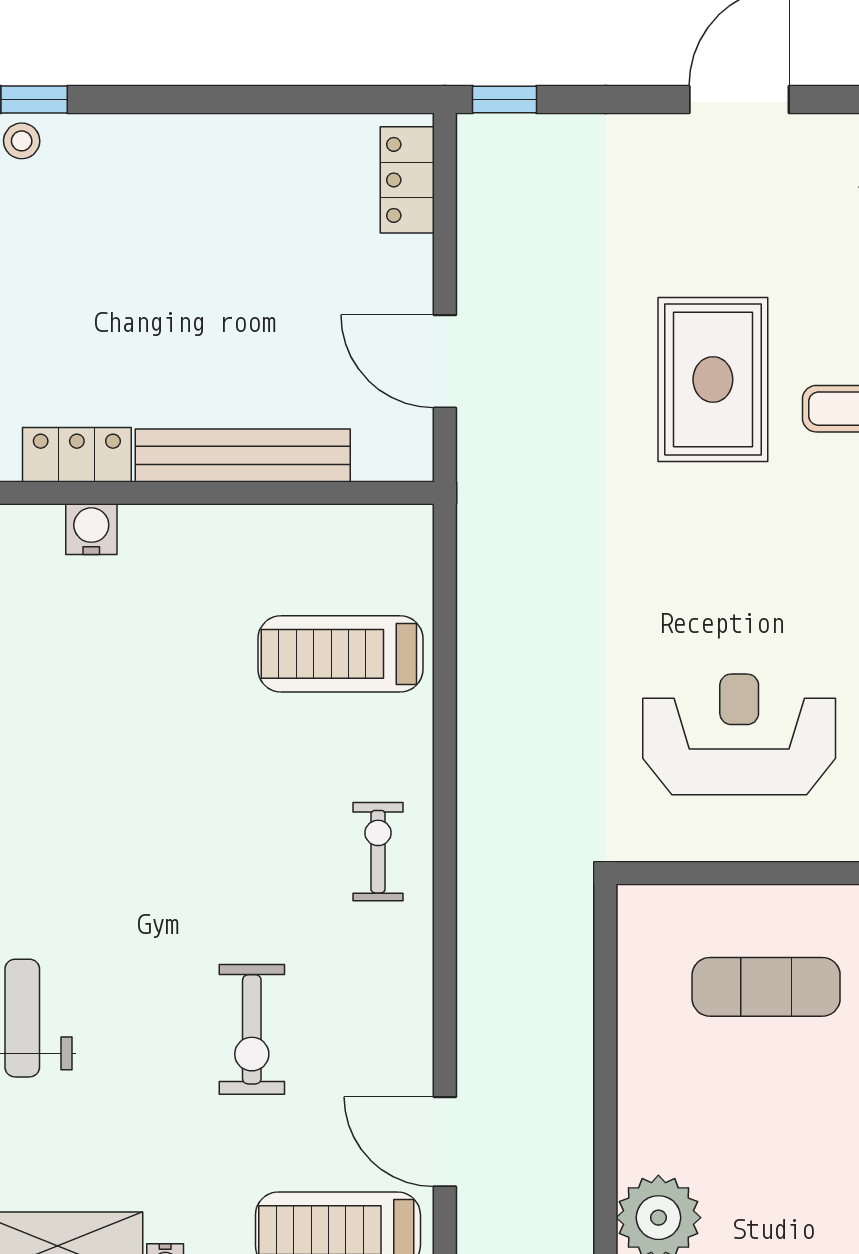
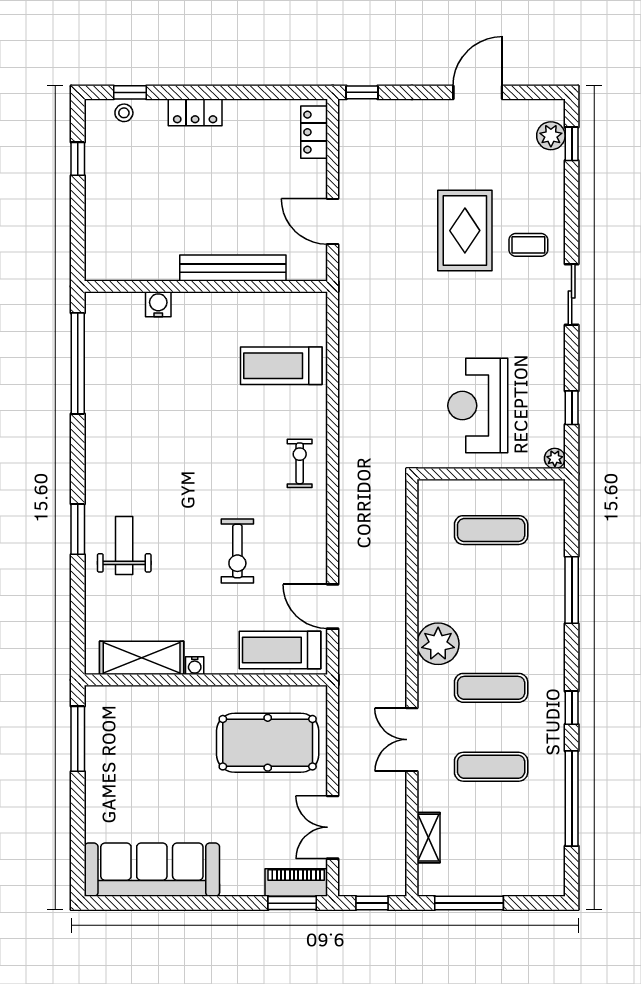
locker: (77, 455) -> (195, 112), moved, turned 180
reception desk: (739, 734) -> (478, 406), turned -90

